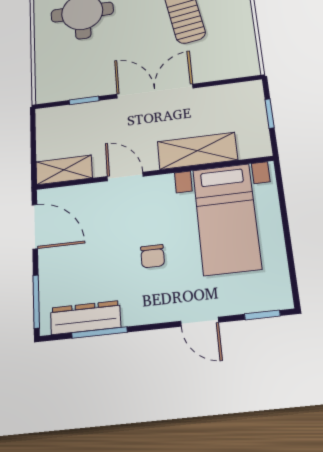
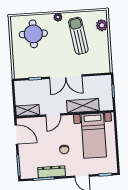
double door: (155, 91) -> (66, 77), swing flipped
door: (125, 176) -> (53, 115), swing flipped
dresser: (85, 317) -> (52, 172), moved

